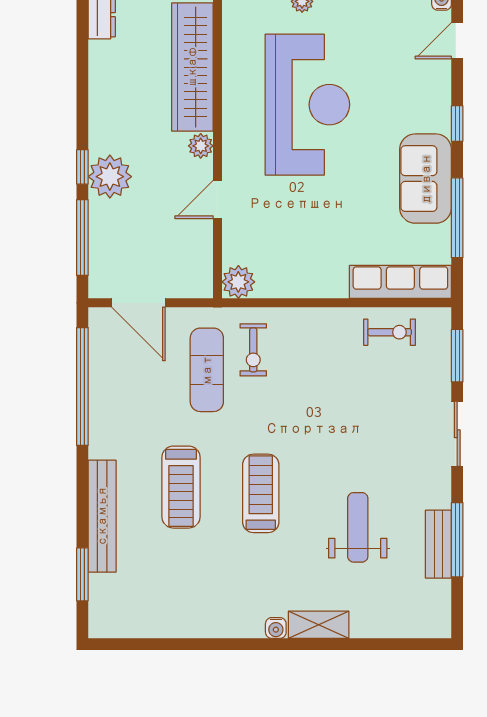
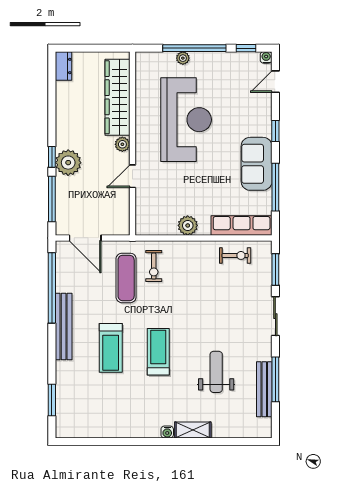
plant: (238, 282) -> (188, 225), moved
bench: (102, 516) -> (64, 326), moved
bench: (438, 544) -> (264, 389), width x1.36

